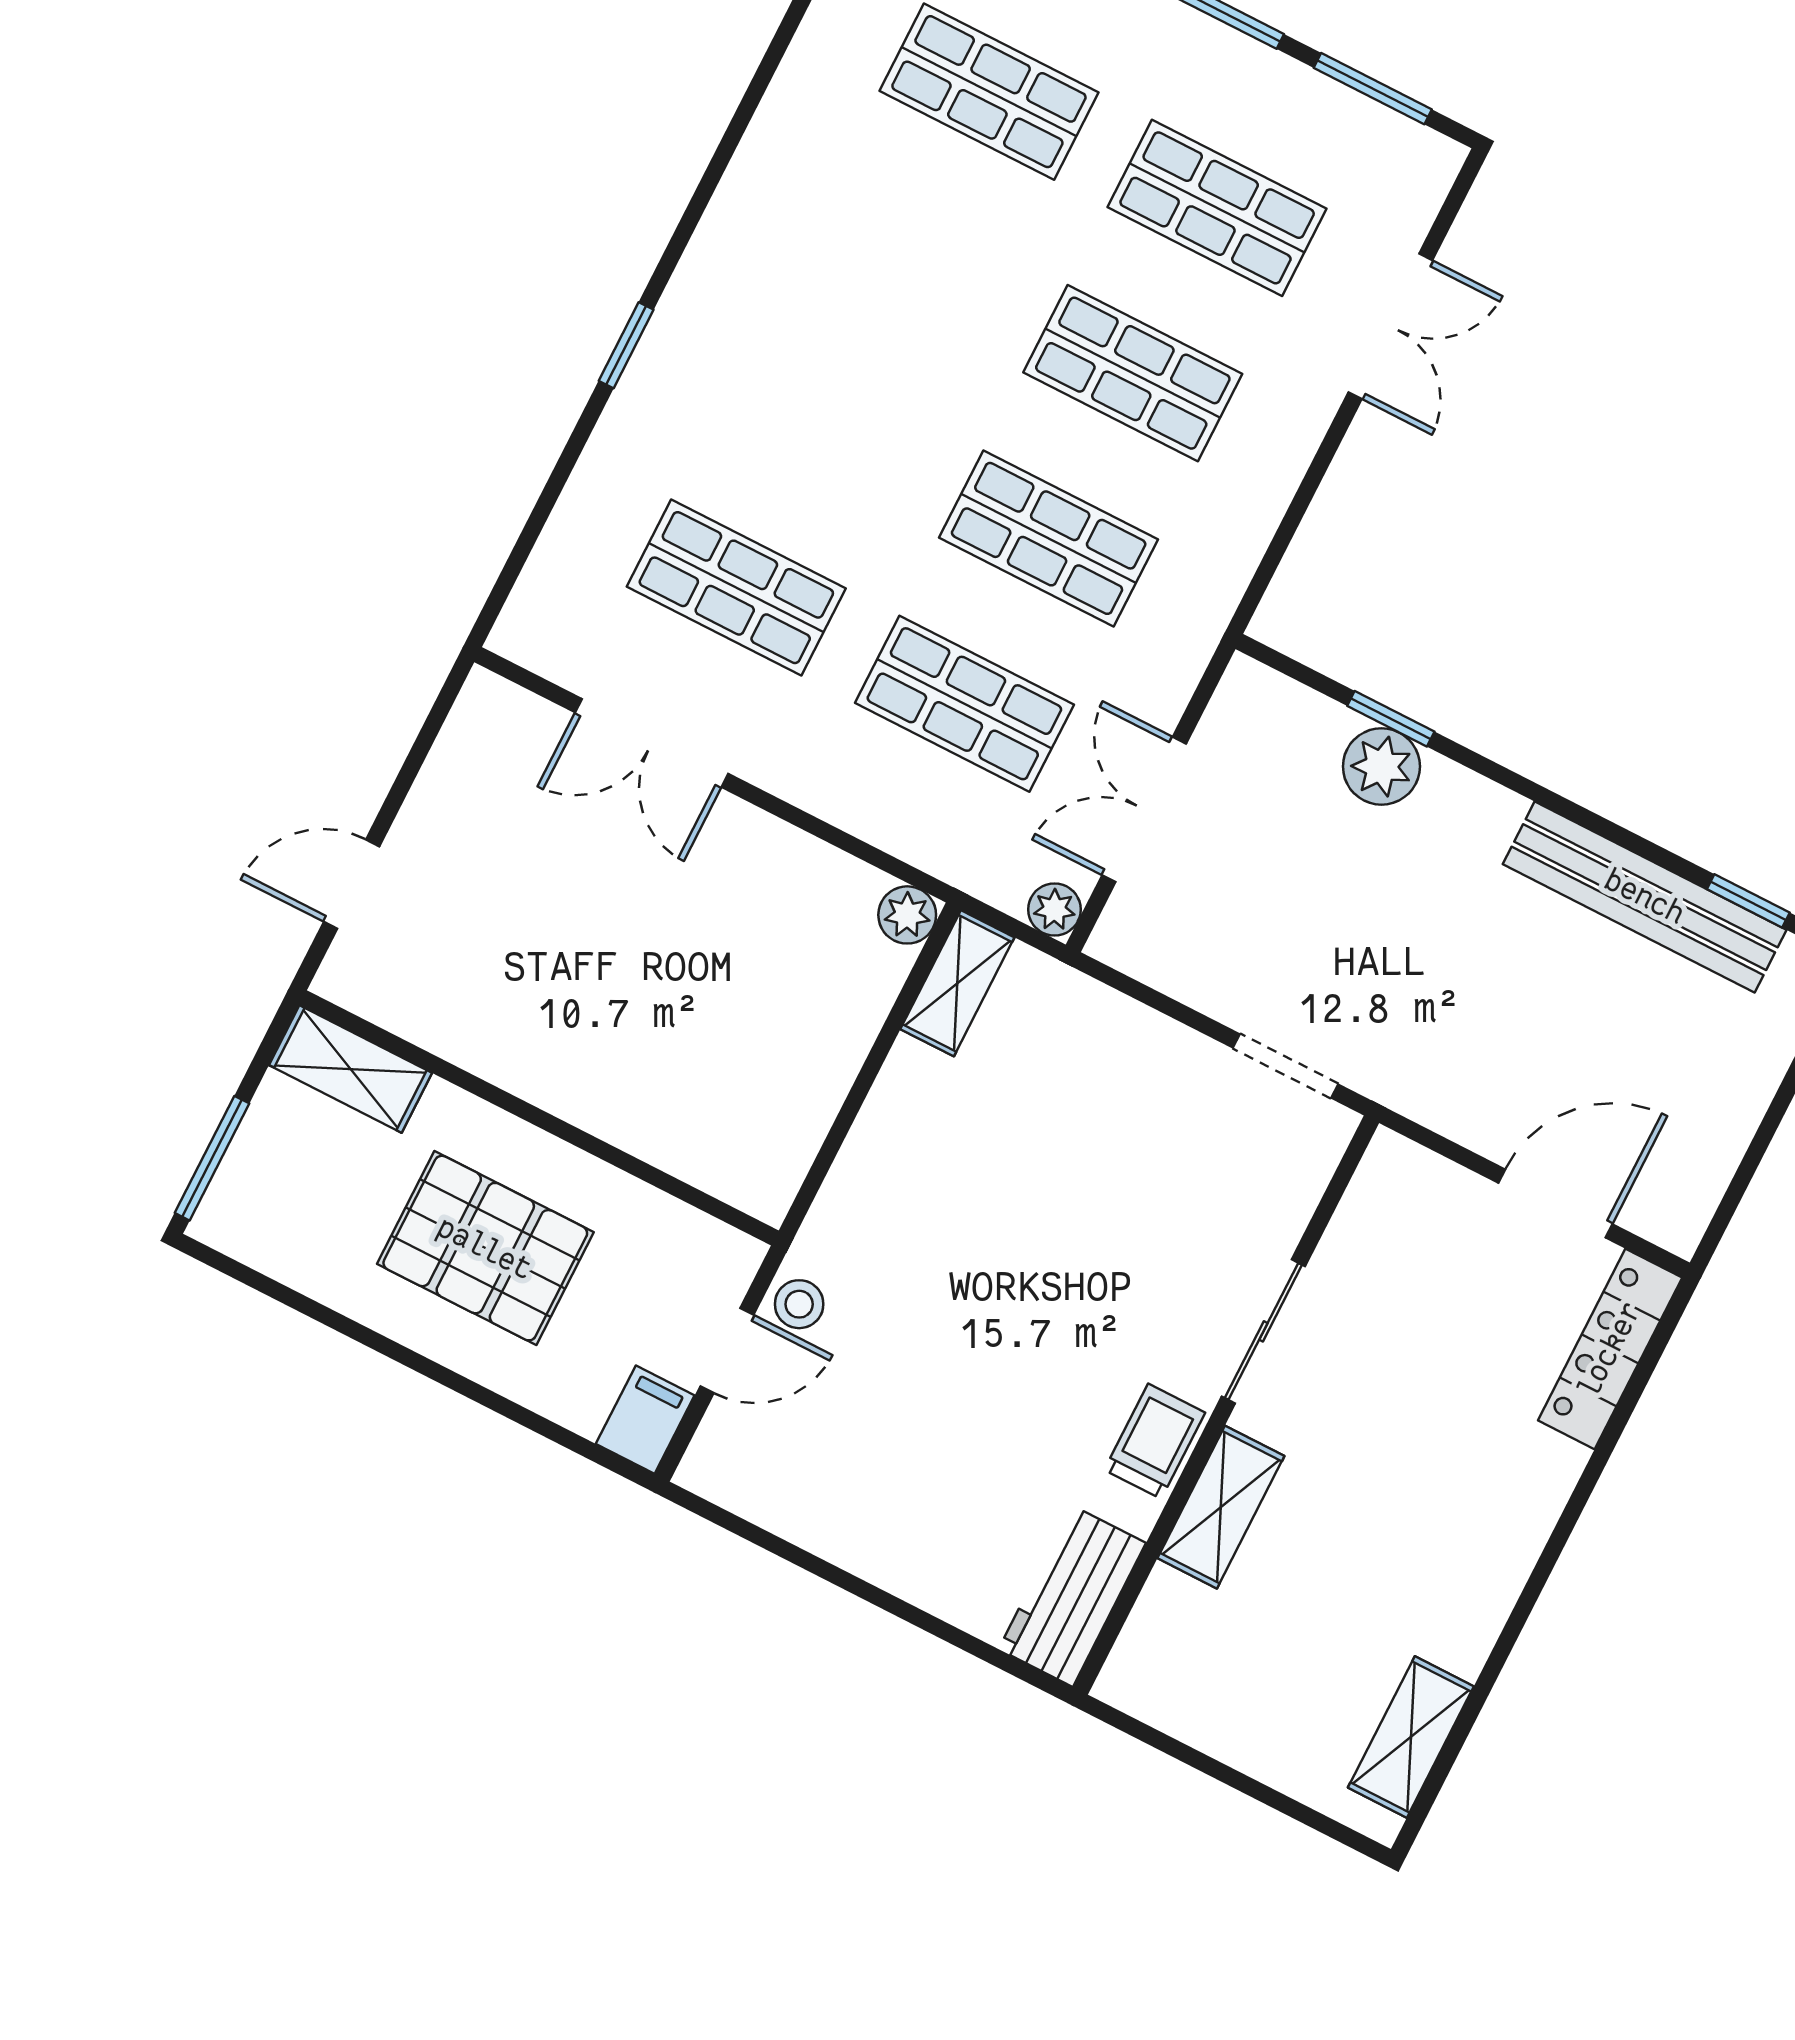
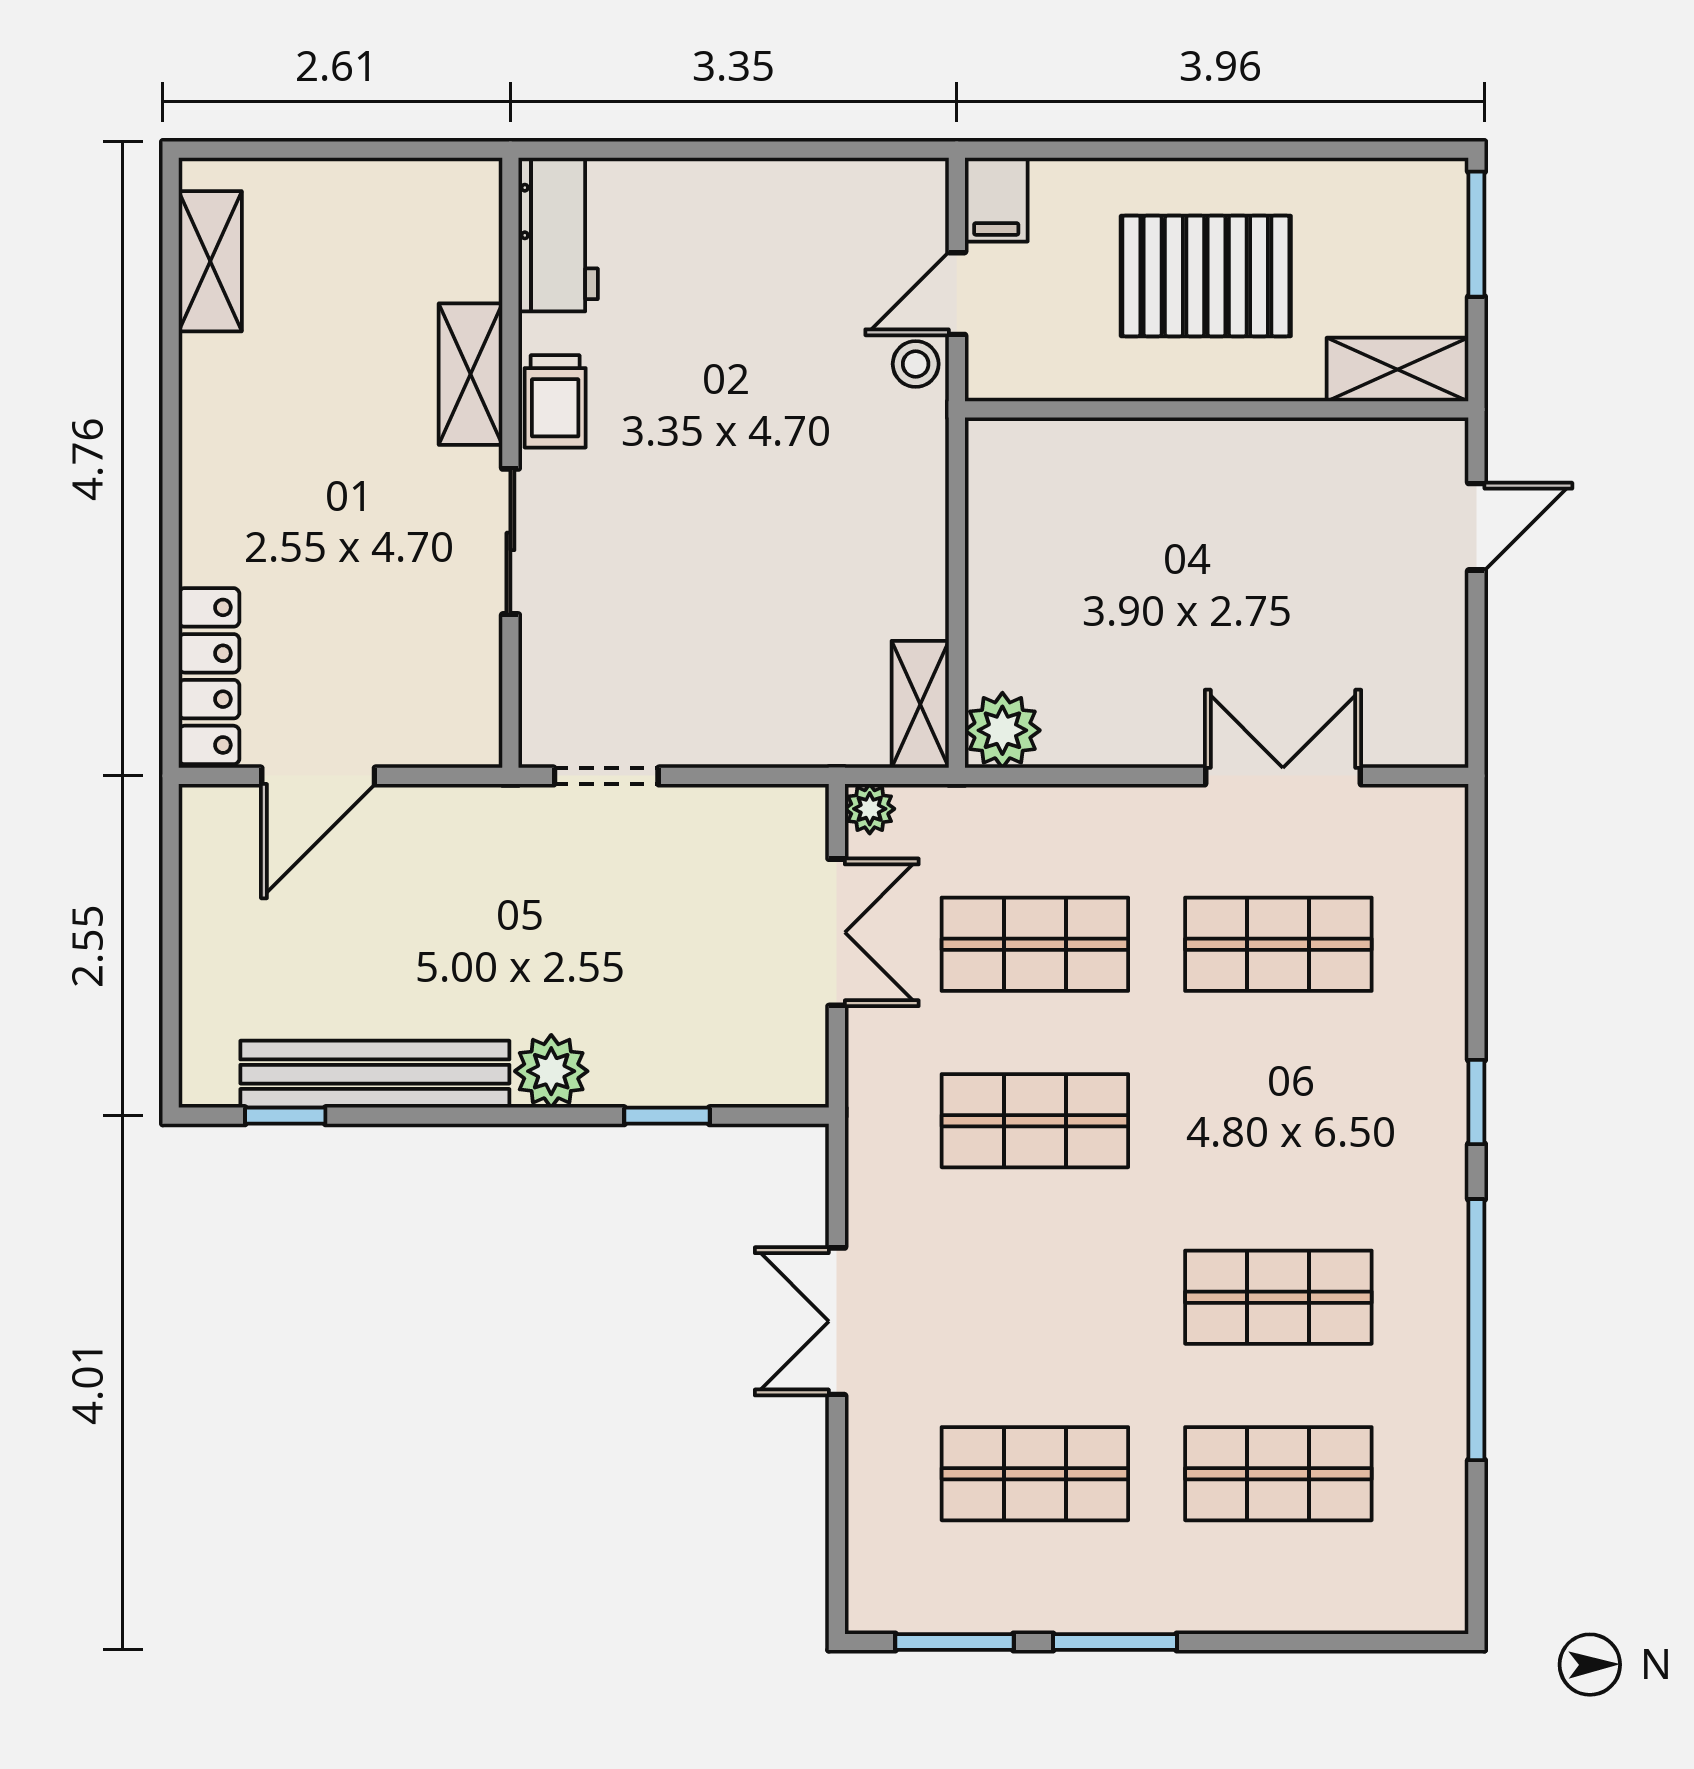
window: (735, 132) -> (1476, 1330), added
double door: (1390, 326) -> (837, 1321), moved
shop shelf: (1133, 373) -> (1278, 1297), moved
plant: (1381, 766) -> (551, 1071), moved
plant: (907, 915) -> (1002, 730), width x1.38, depth x1.38

